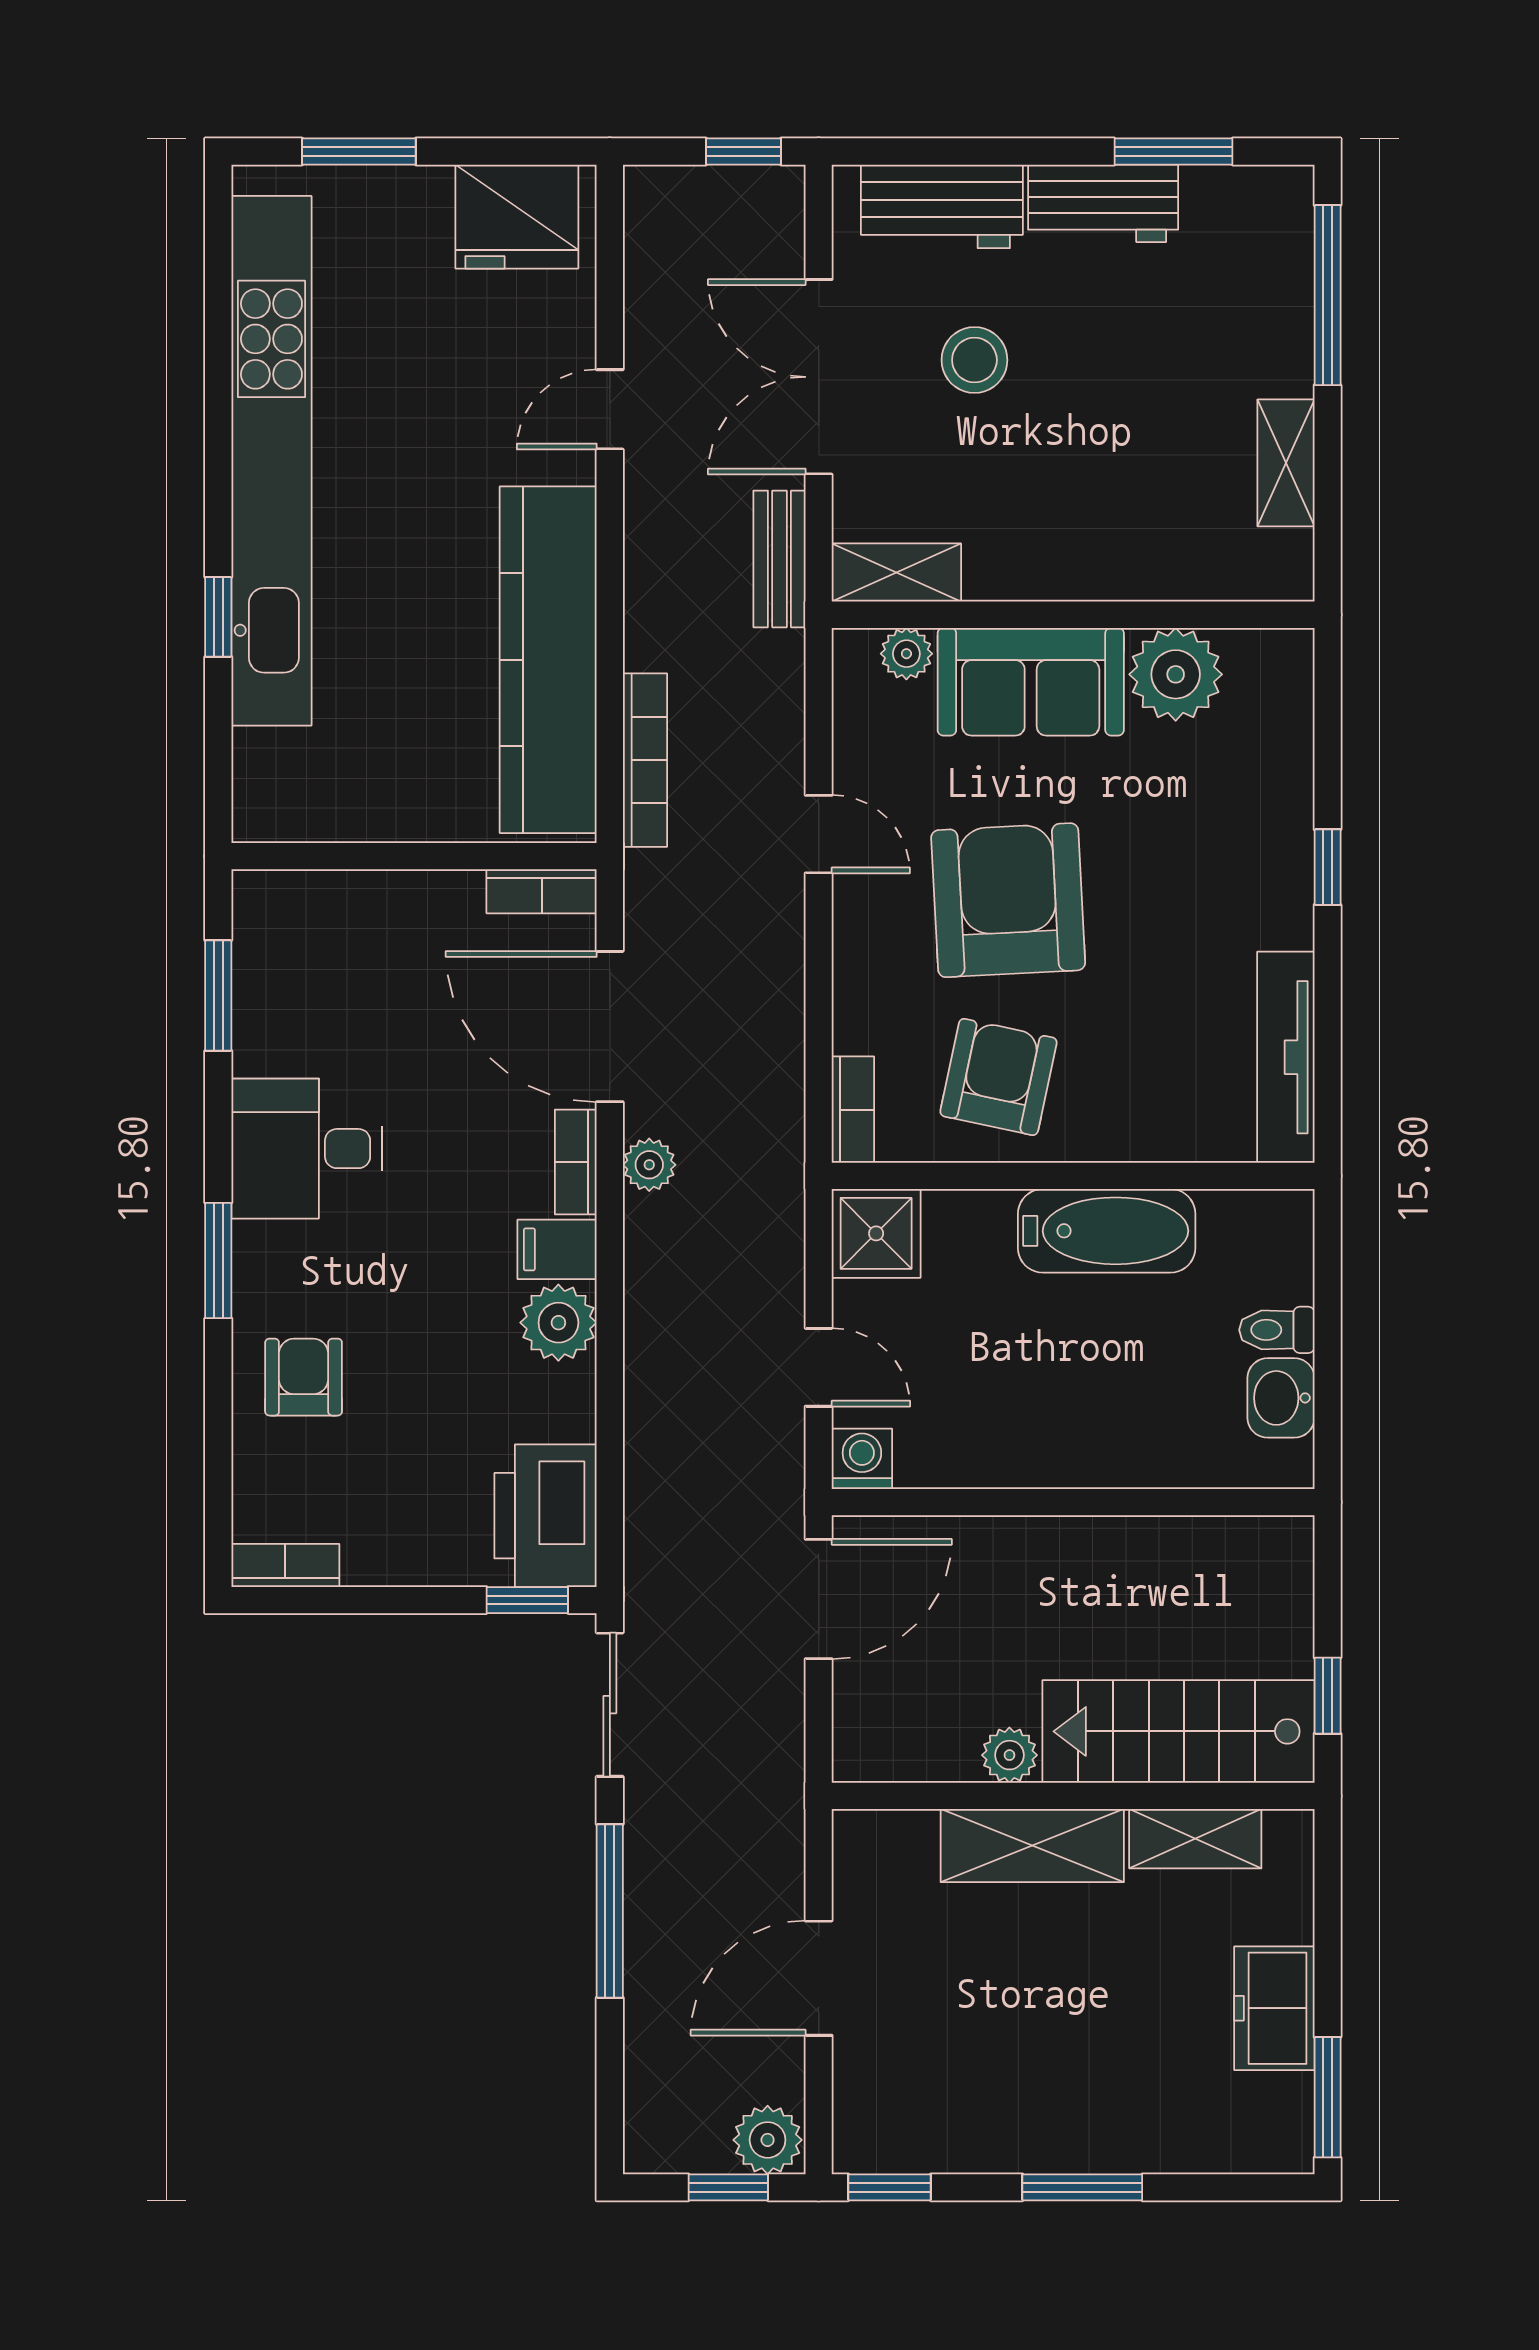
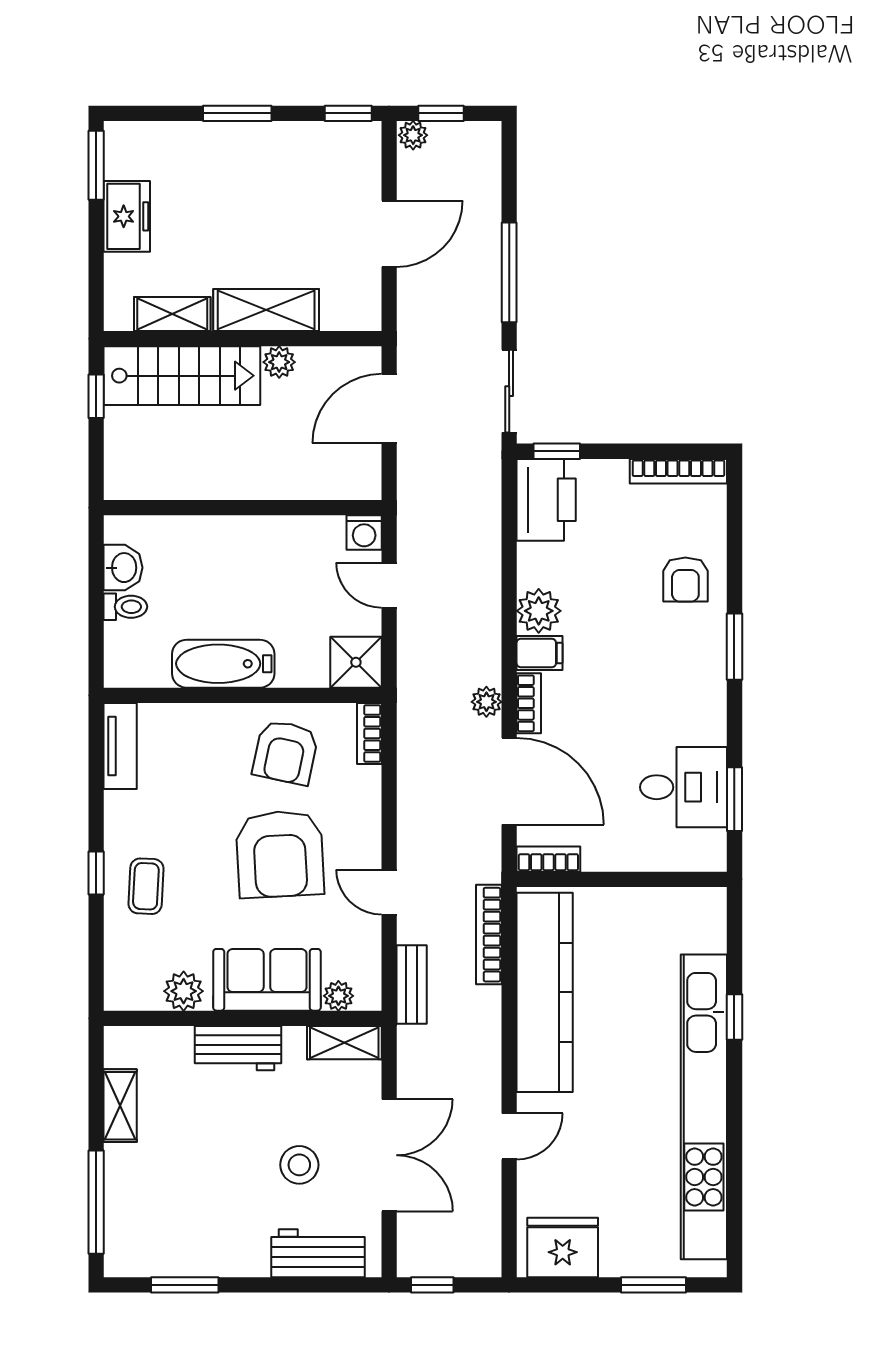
workbench: (1103, 203) -> (238, 1048), moved, turned 180
bench: (779, 559) -> (412, 985), moved
plant: (1176, 674) -> (184, 991), width x0.73, depth x0.73
coffee table: (1241, 844) -> (146, 886), added
tv unit: (1286, 1057) -> (120, 746), width x0.71
desk: (307, 1149) -> (684, 787), moved
bookcase: (285, 1565) -> (678, 471), width x1.56
door: (819, 1599) -> (389, 409), moved
plant: (768, 2140) -> (413, 135), width x0.73, depth x0.73

